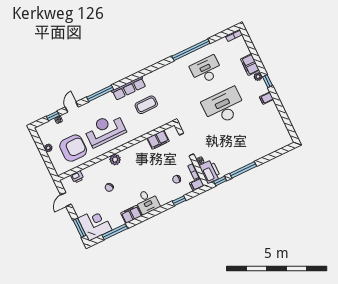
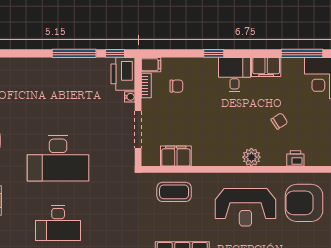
coffee table: (146, 105) -> (174, 192), moved
printer: (77, 177) -> (295, 158), moved
window: (179, 201) -> (214, 53), moved

